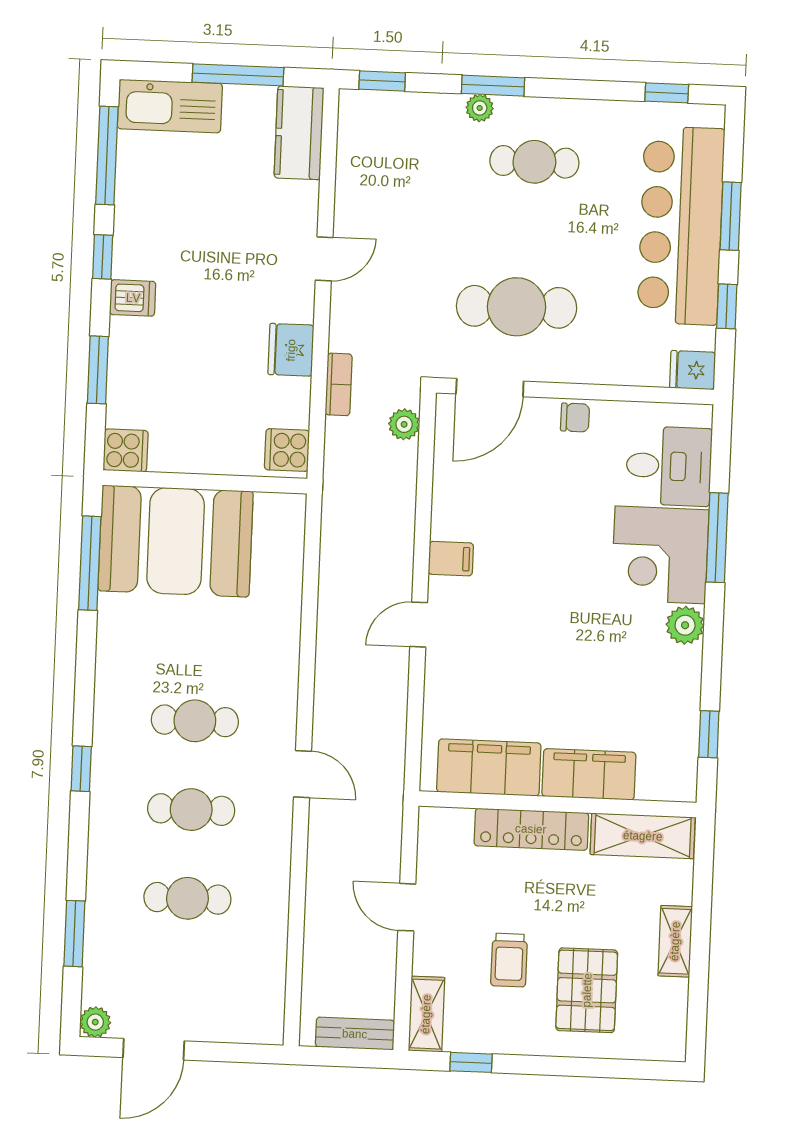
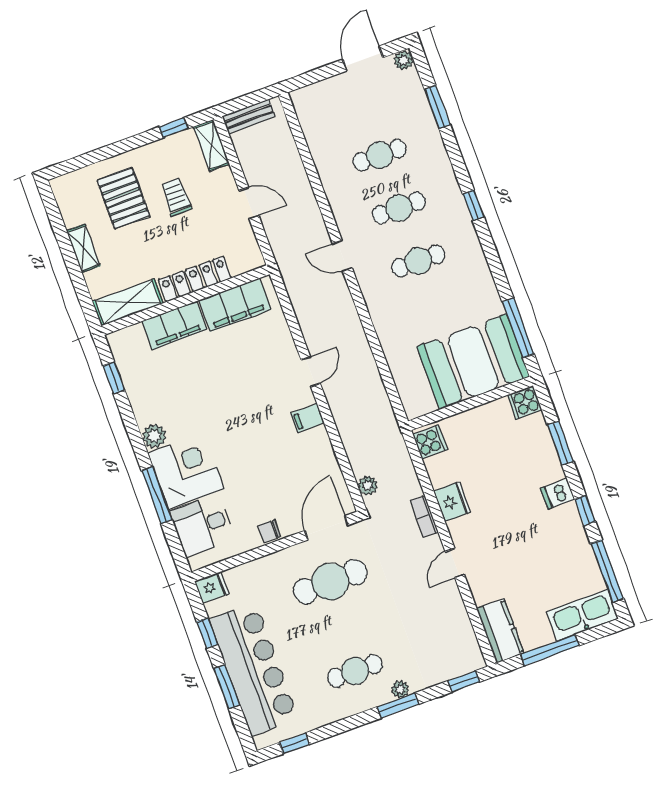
bookcase: (339, 384) -> (424, 516), moved

